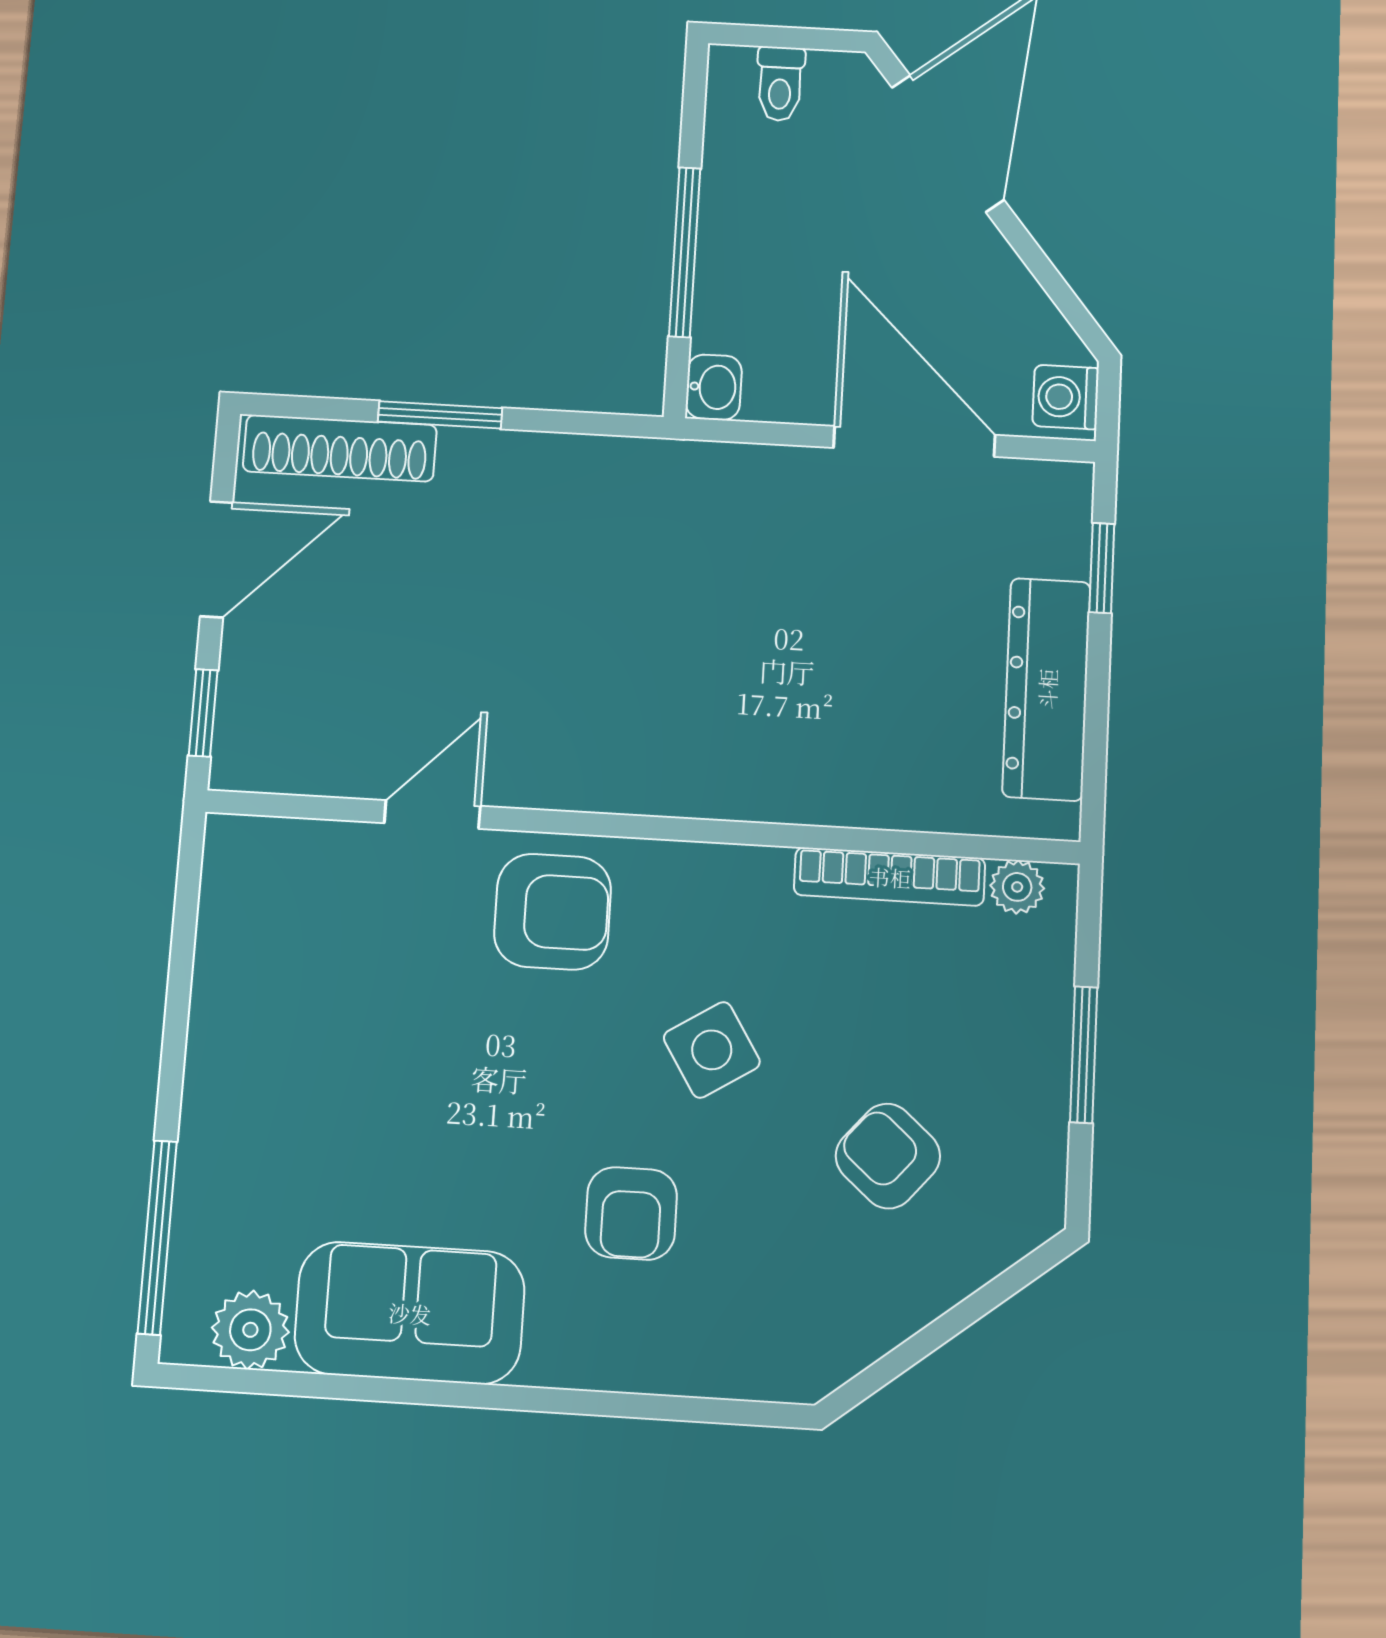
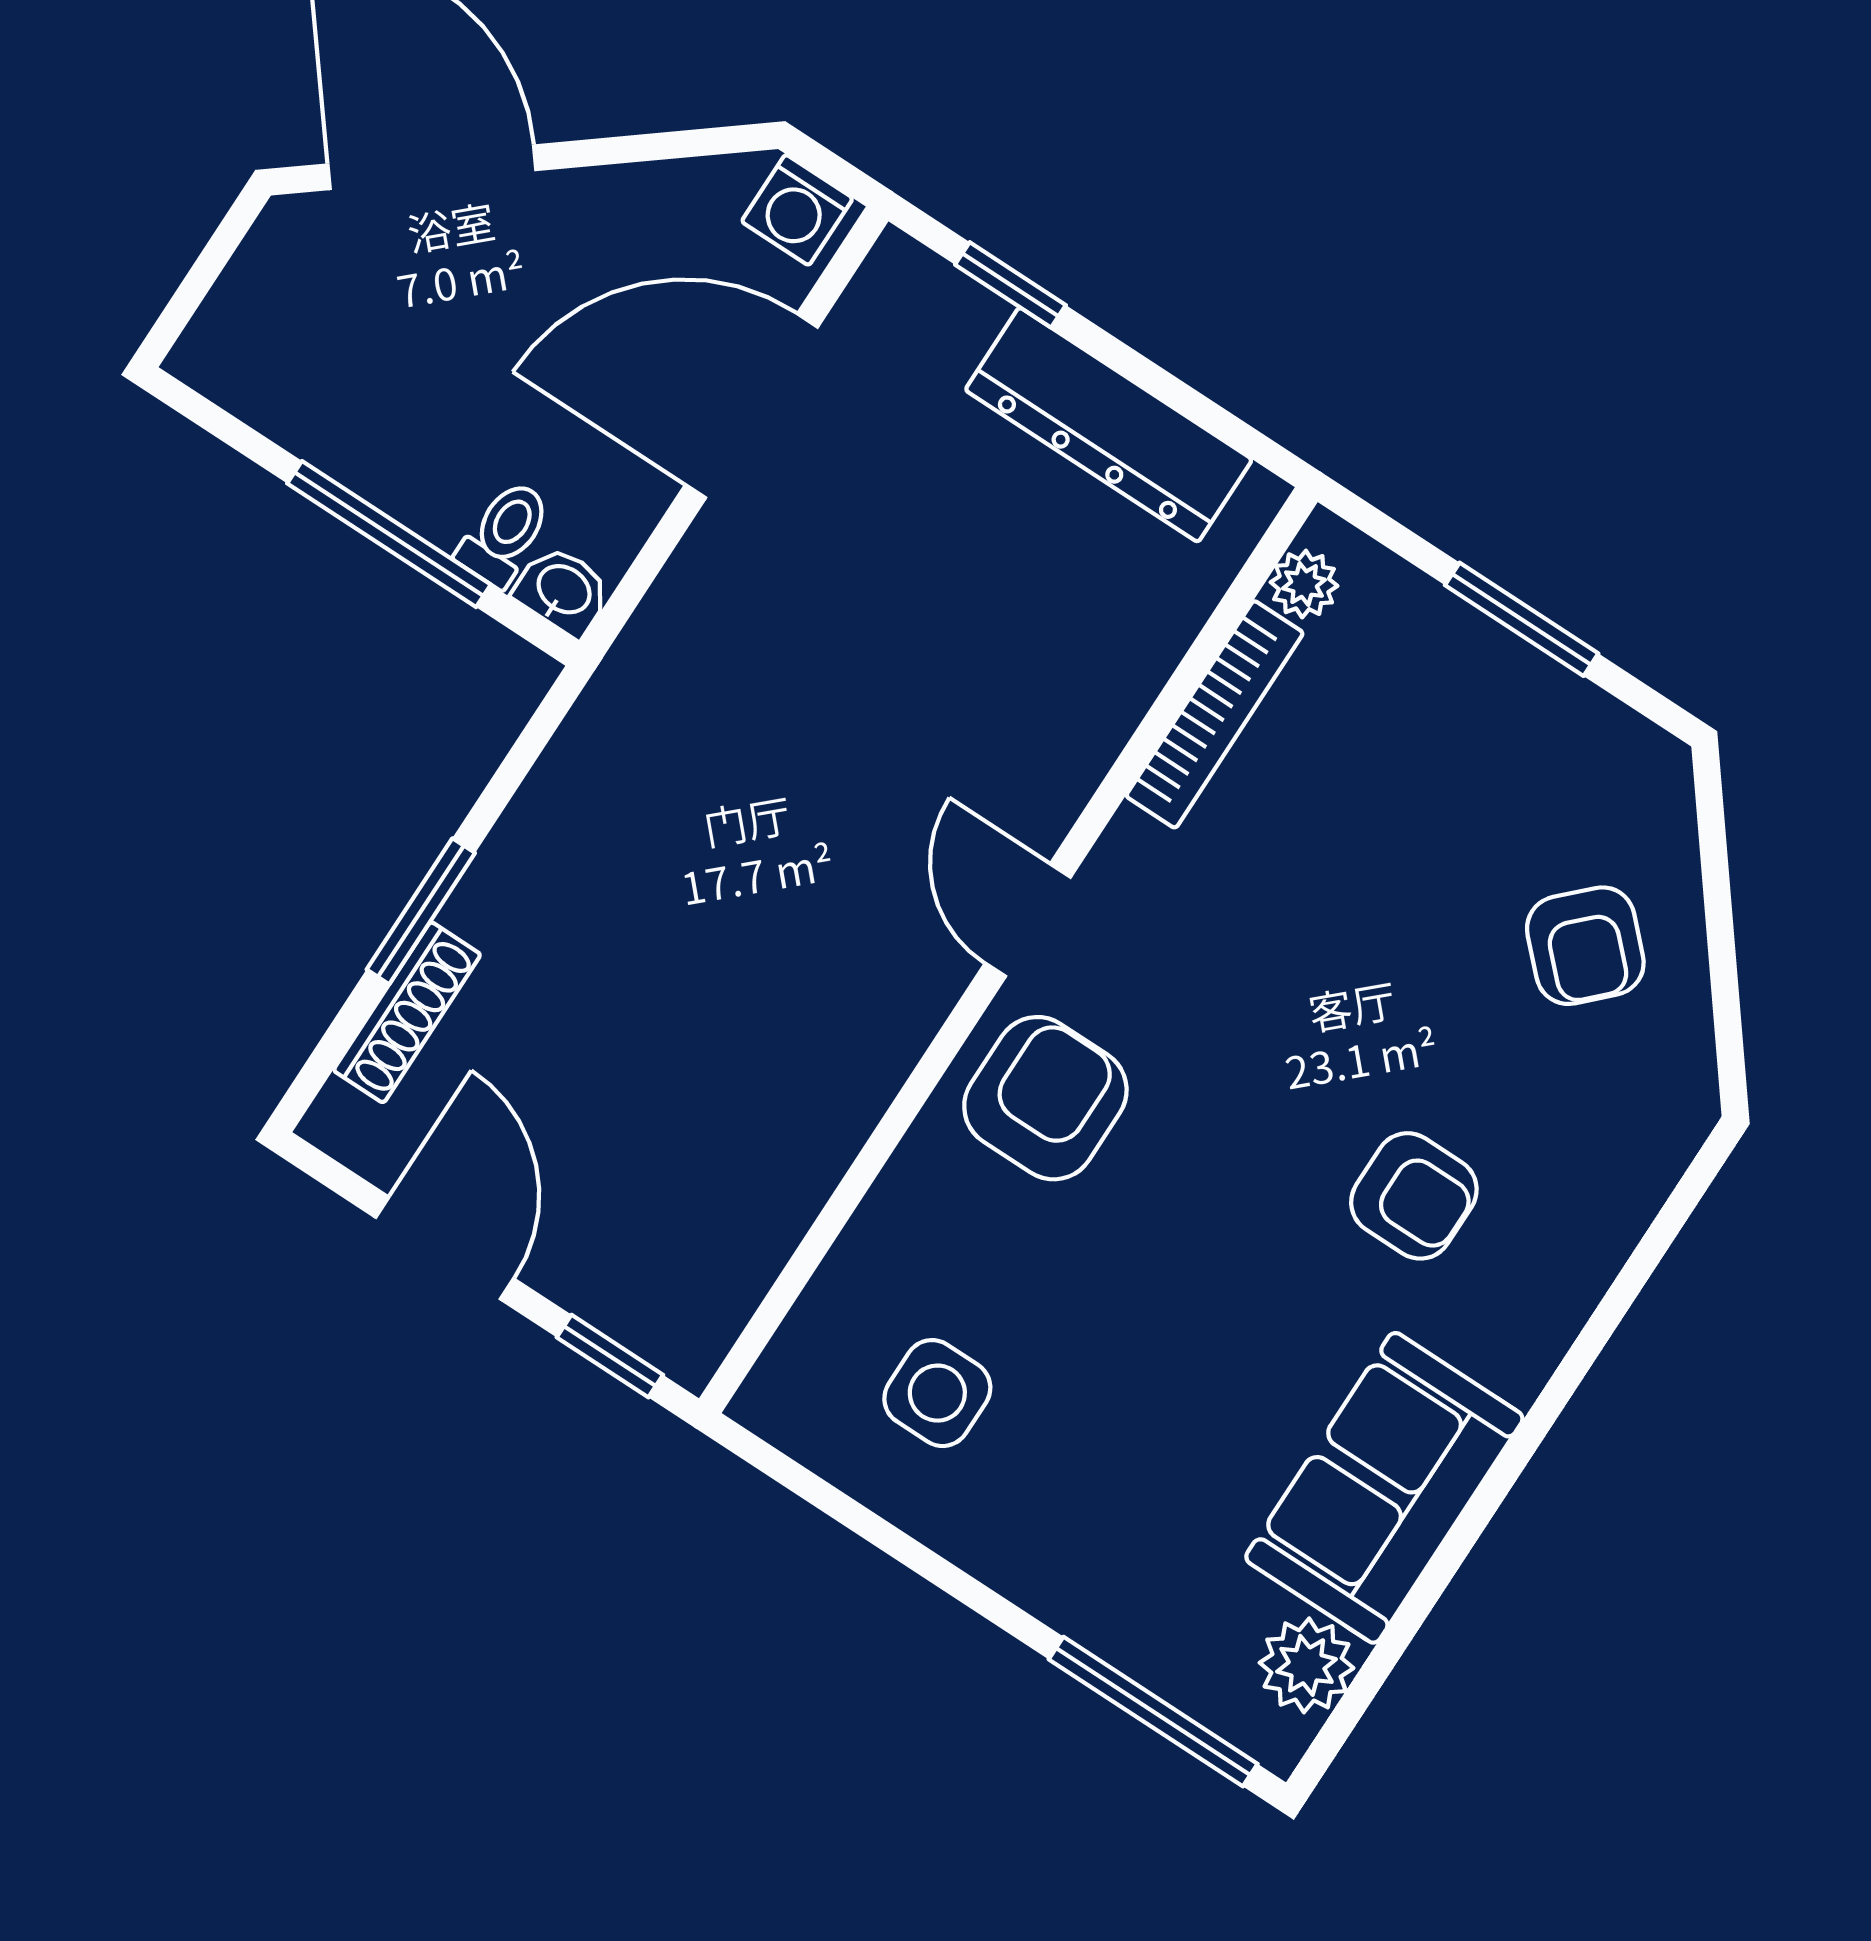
toilet: (780, 84) -> (505, 534), moved, turned -90
shoe rack: (340, 448) -> (407, 1012), width x0.74, depth x0.81
door: (432, 815) -> (1028, 920), moved
side table: (712, 1050) -> (937, 1393), moved, turned 32
armchair: (888, 1156) -> (1585, 946), moved, turned -86

